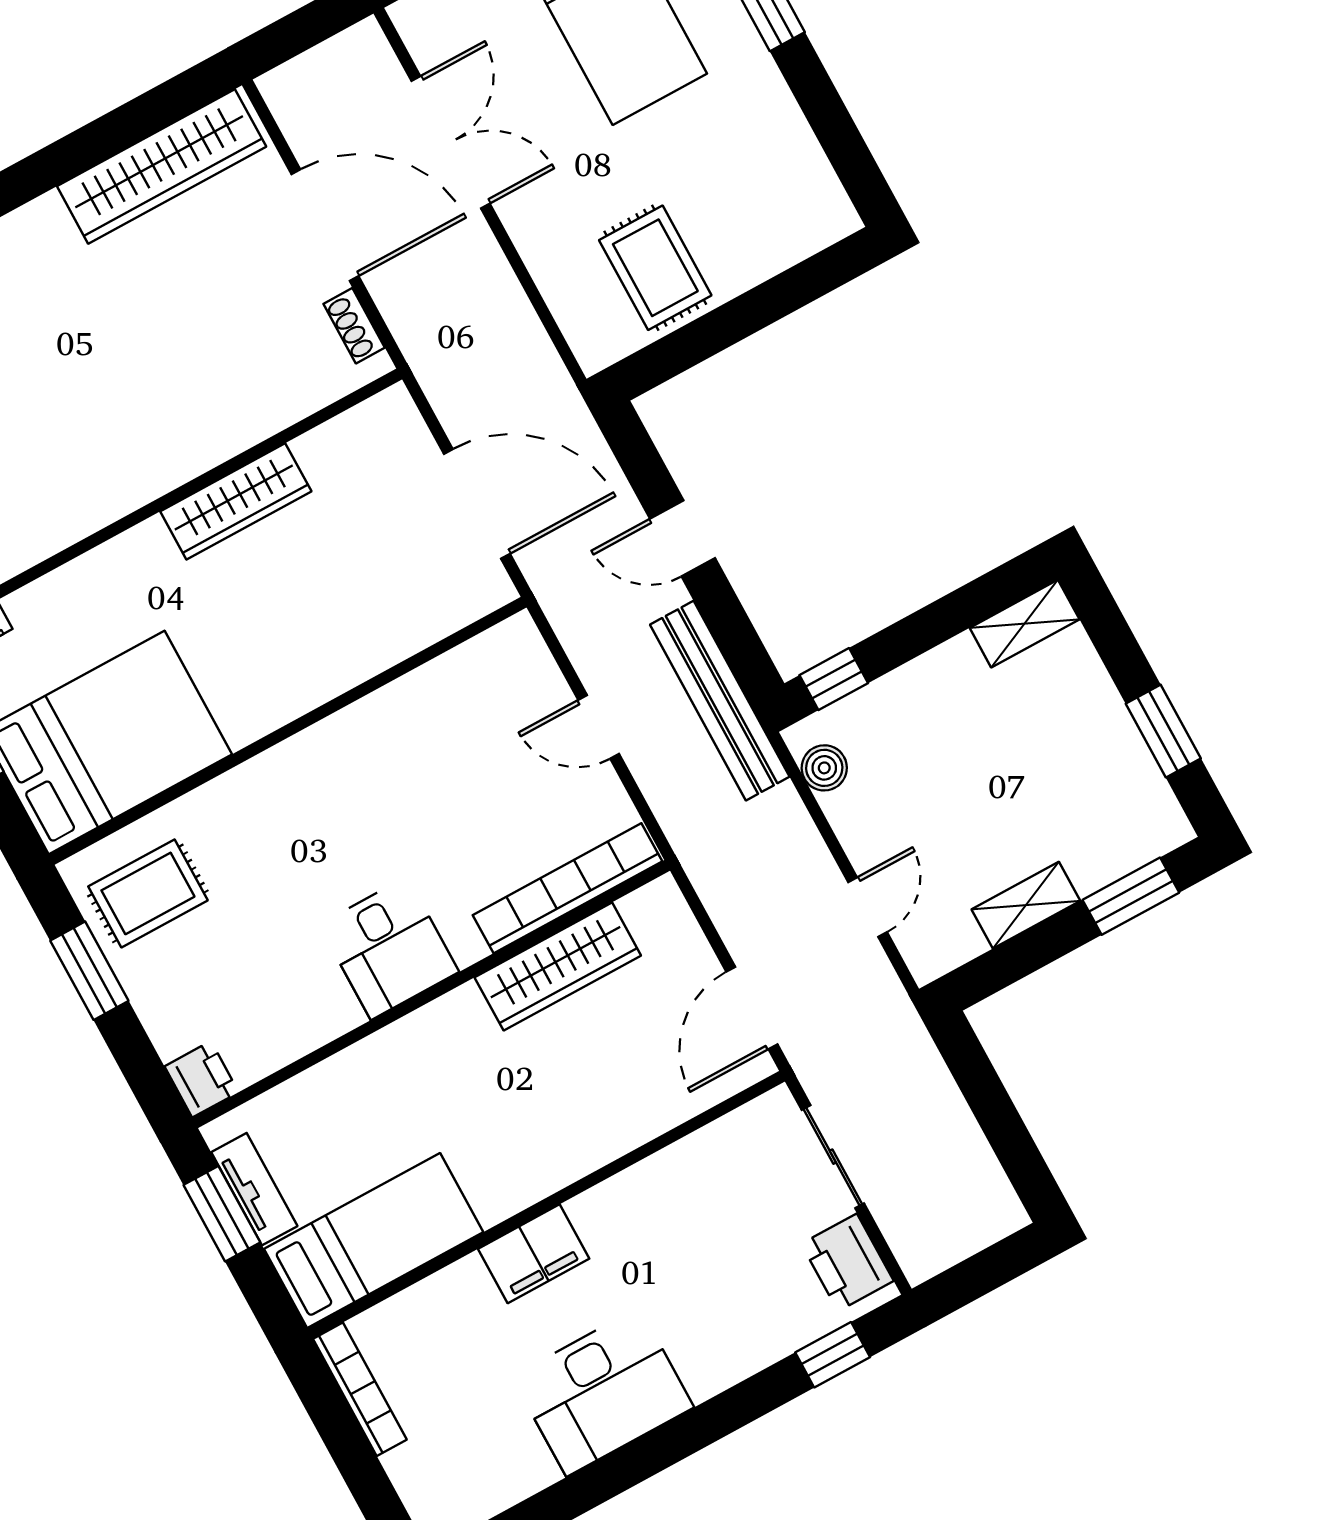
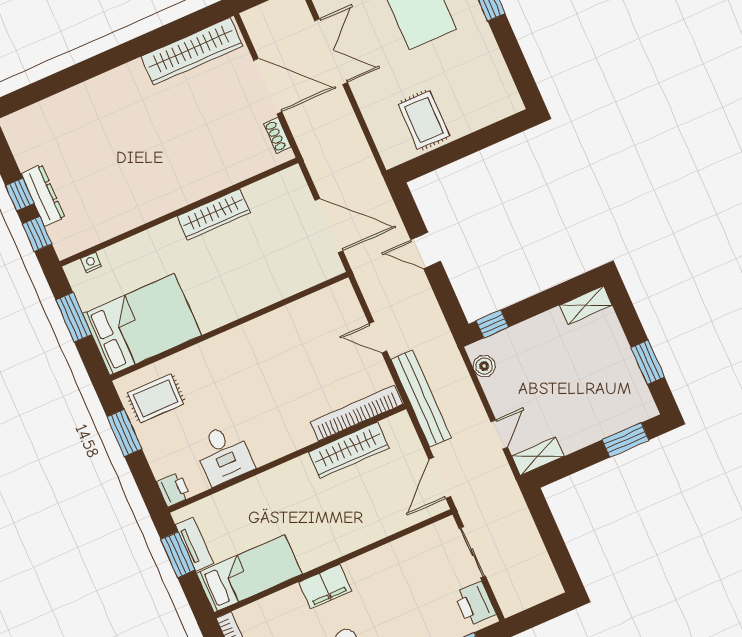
bench: (720, 701) -> (421, 398), moved
shelving: (1026, 905) -> (538, 456), moved
desk: (389, 948) -> (224, 454), moved

